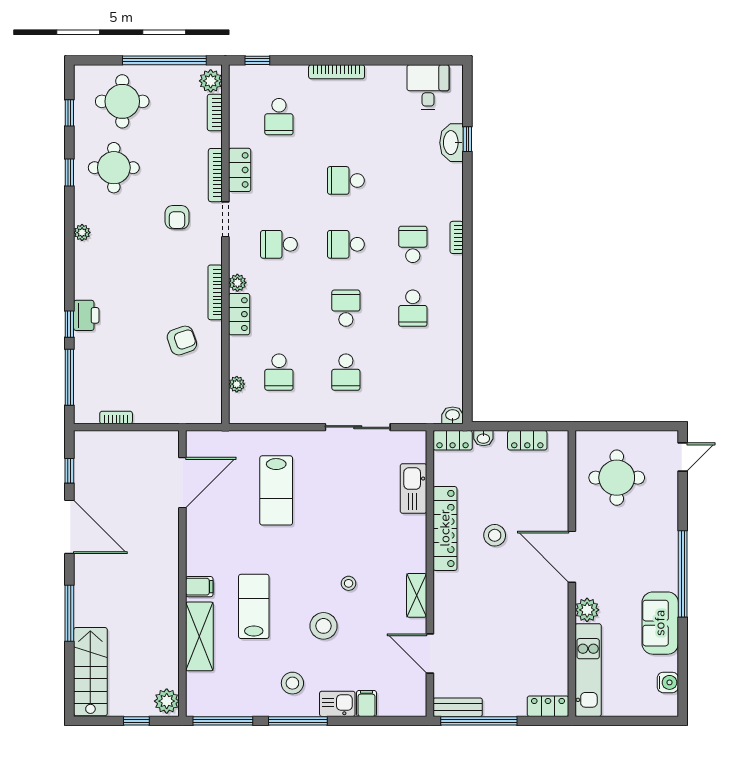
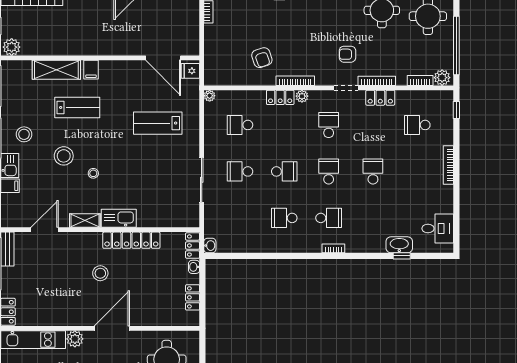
plant: (237, 384) -> (210, 96), moved
fridge: (201, 443) -> (190, 71), added
kitchen sink: (413, 488) -> (119, 218), moved
stool: (495, 535) -> (100, 273), moved

